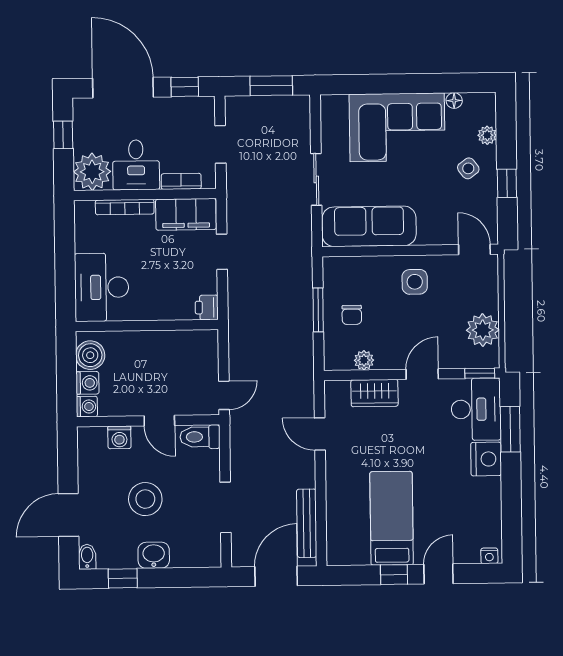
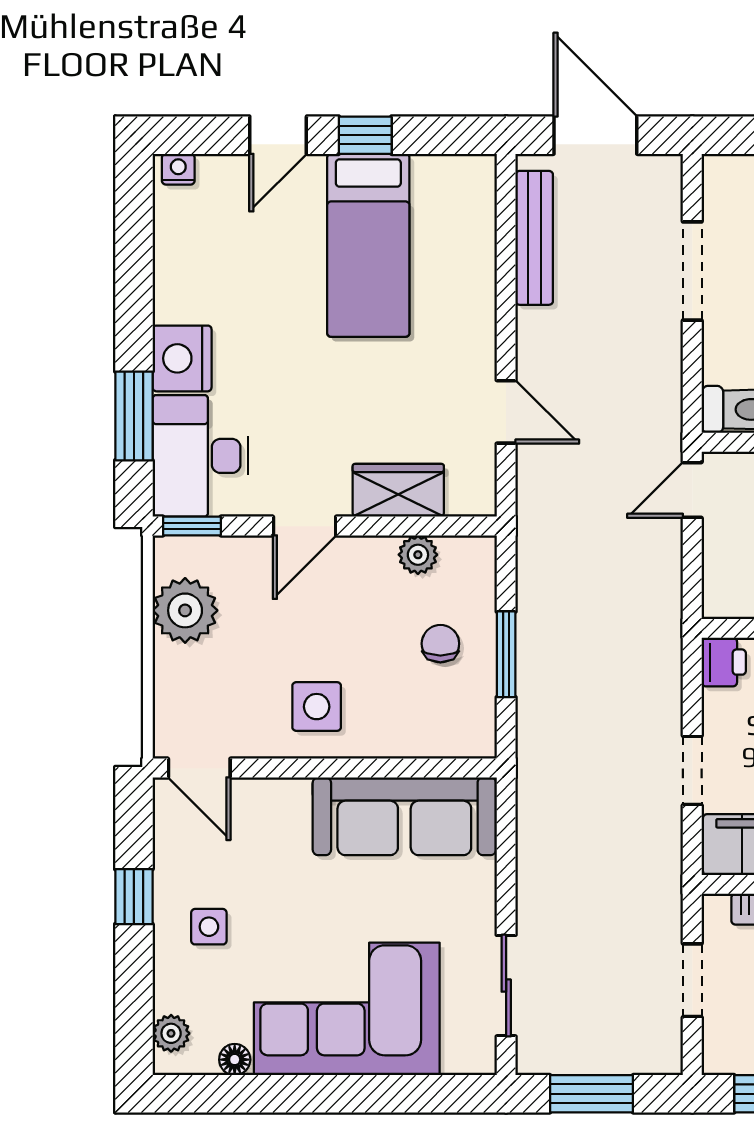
plant: (487, 135) -> (171, 1033), moved
side table: (468, 168) -> (209, 927), turned 37
sliding door: (316, 179) -> (506, 986), moved
door: (276, 576) -> (595, 135), swing flipped

